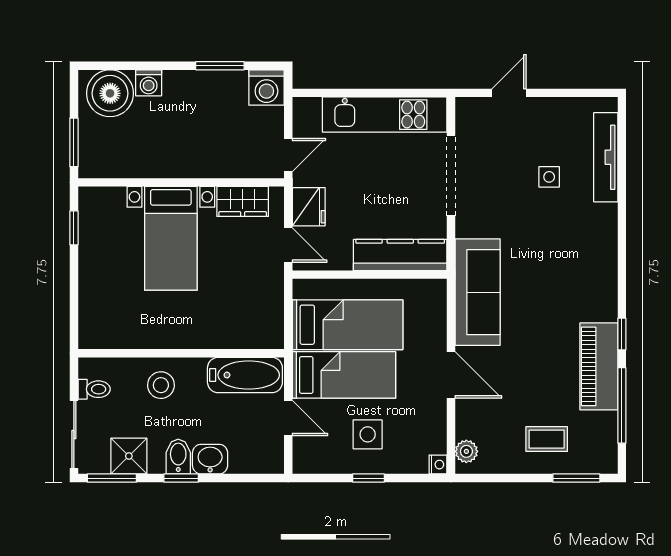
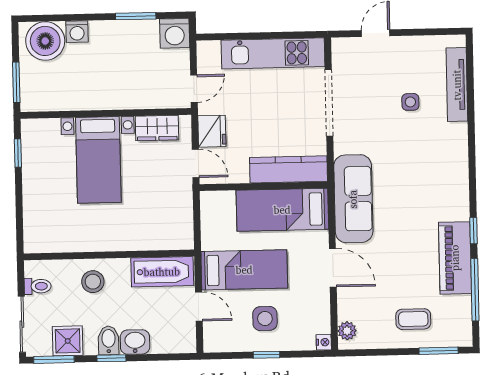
bed: (348, 325) -> (282, 210), moved, turned 180

